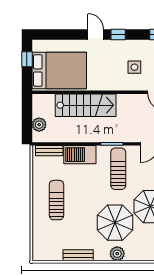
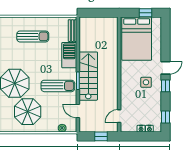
side table: (134, 67) -> (146, 82), moved
stairs: (86, 105) -> (88, 76), moved, turned 180
plant: (39, 125) -> (93, 23), removed

